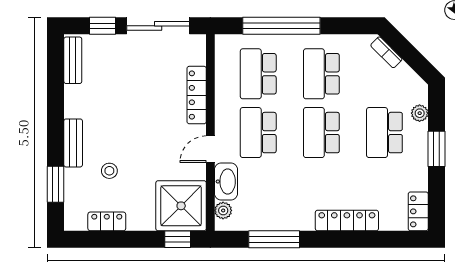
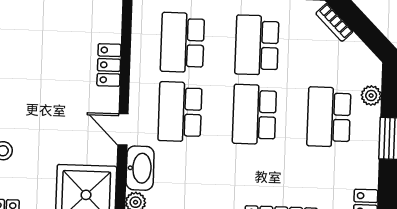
locker: (197, 95) -> (109, 65), width x0.66
door: (210, 149) -> (123, 129), hinge flipped

